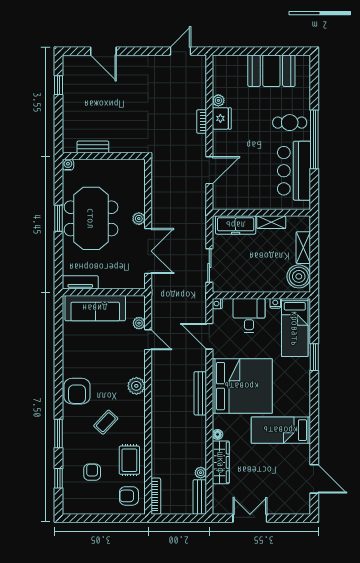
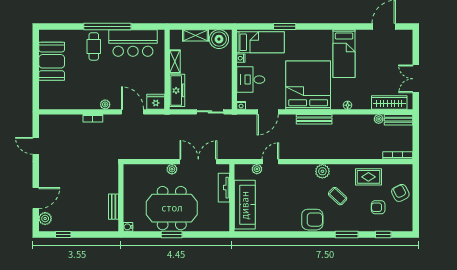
door: (180, 51) -> (36, 146), moved
plant: (78, 63) -> (45, 219), added
plant: (218, 100) -> (105, 104), moved
fridge: (222, 118) -> (156, 102), moved
tv unit: (80, 282) -> (224, 188), moved
plant: (136, 386) -> (322, 171), moved
wardrobe: (221, 462) -> (389, 103), moved
armchair: (129, 496) -> (400, 193), moved, turned 153

